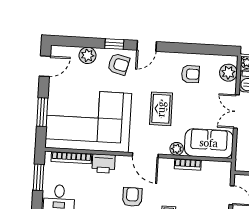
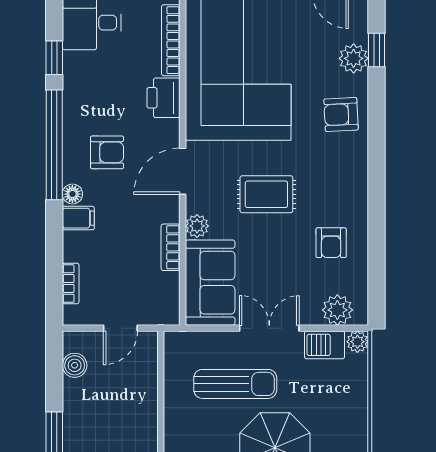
window: (114, 44) -> (377, 50), moved
door: (147, 46) -> (377, 162), removed
armchair: (119, 64) -> (341, 114), turned 73

